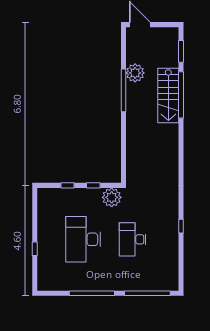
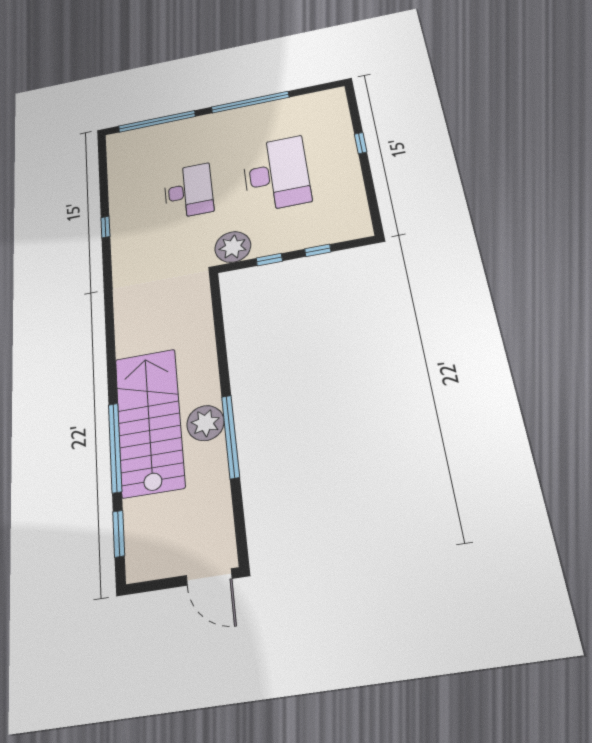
plant: (135, 73) -> (205, 423), moved
stairs: (168, 95) -> (149, 422), width x1.36, depth x1.51

